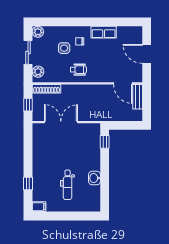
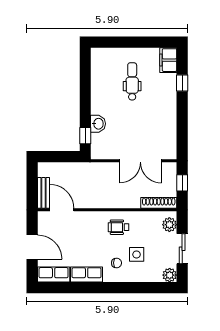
row of seats: (130, 32) -> (54, 275), added
washbasin: (94, 178) -> (98, 124), moved
filing cabinet: (39, 207) -> (168, 60), width x2.00

